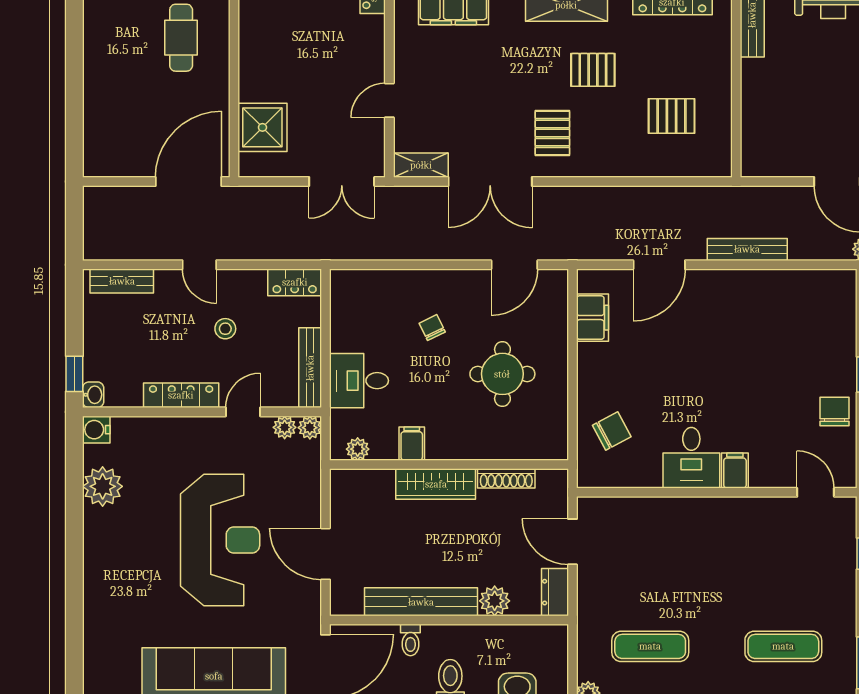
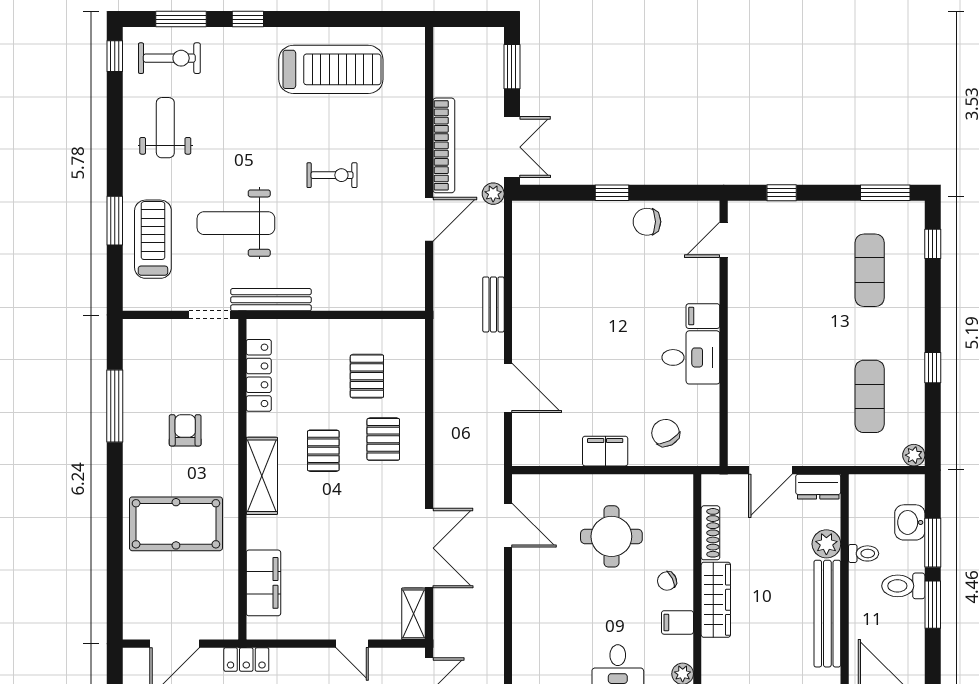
pallet: (552, 133) -> (383, 439), moved, turned 90
bench: (747, 249) -> (493, 304), width x0.73
filing cabinet: (593, 318) -> (605, 451), moved
chair: (432, 328) -> (667, 581), moved
toilet: (410, 640) -> (864, 553), moved

